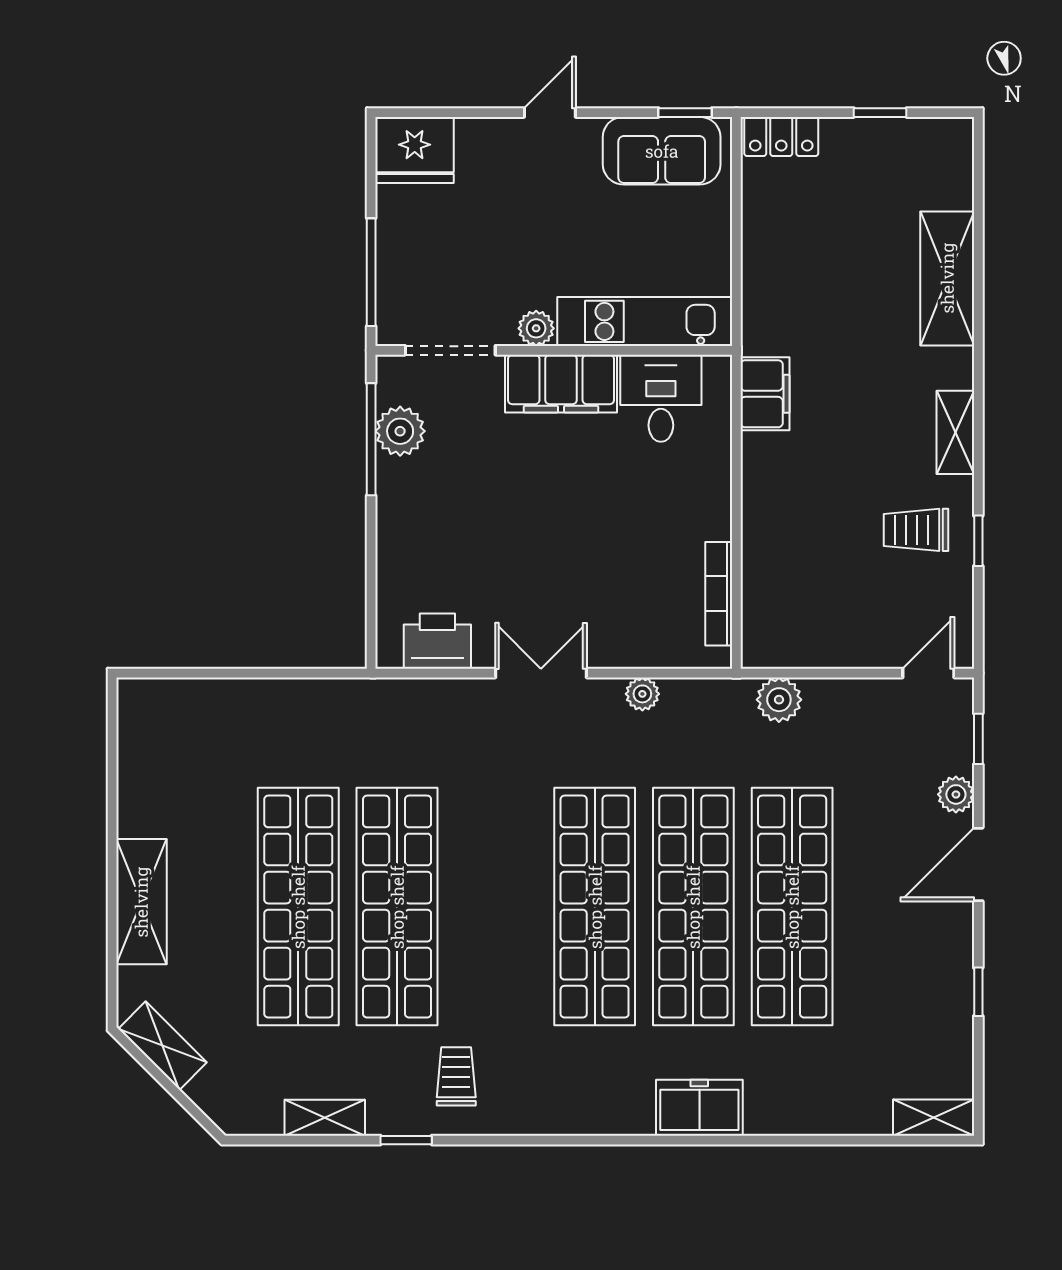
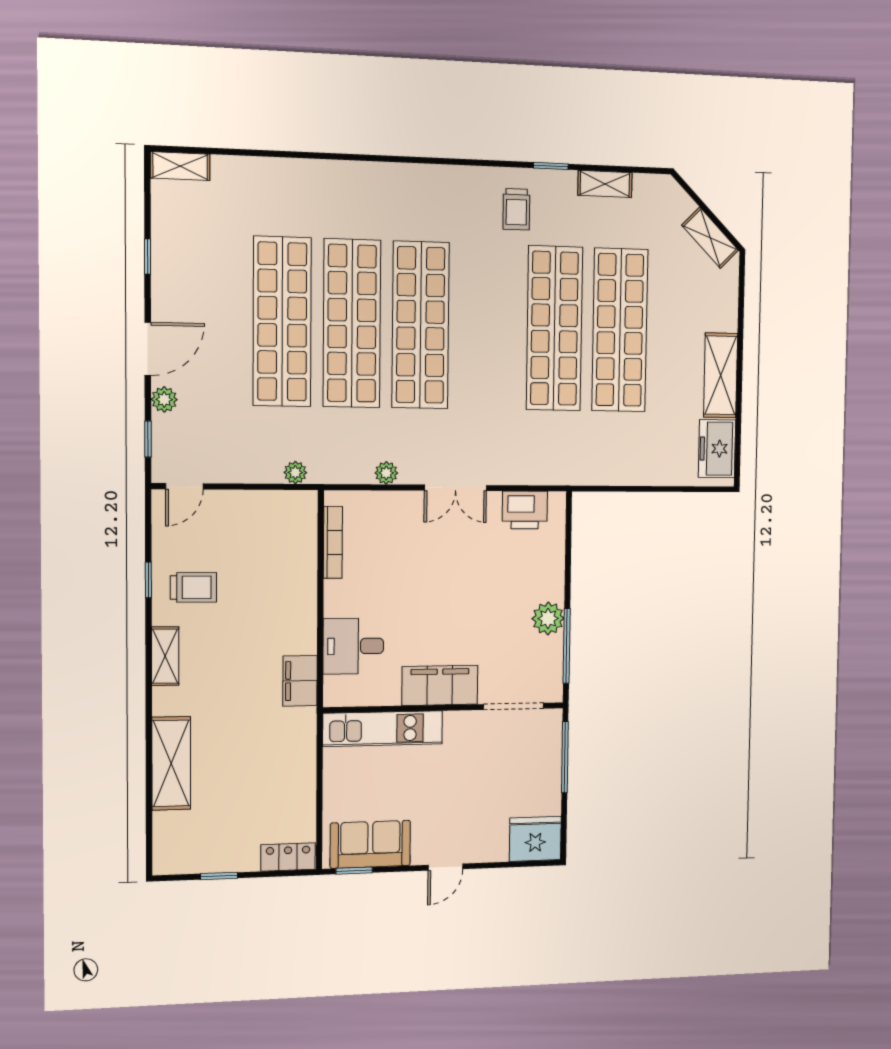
plant: (536, 328) -> (456, 722), removed
desk: (661, 398) -> (353, 646), moved, turned 90
plant: (400, 431) -> (548, 618), moved
plant: (779, 700) -> (295, 473), width x0.73, depth x0.73
shelving: (141, 902) -> (721, 375), moved
freezer: (699, 1108) -> (717, 449), moved, turned 90

